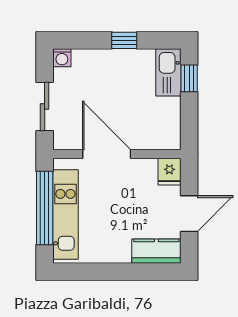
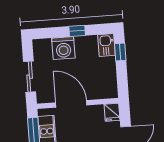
washing machine: (62, 58) -> (63, 48), moved, width x1.89, depth x1.89
kitchen sink: (168, 72) -> (106, 45), width x0.73

